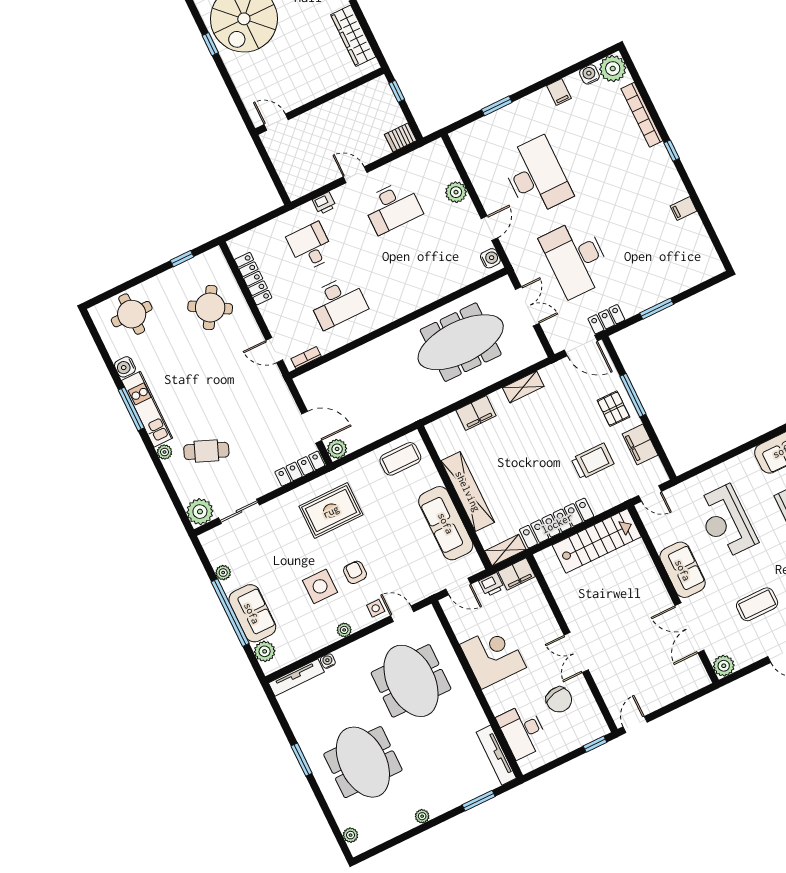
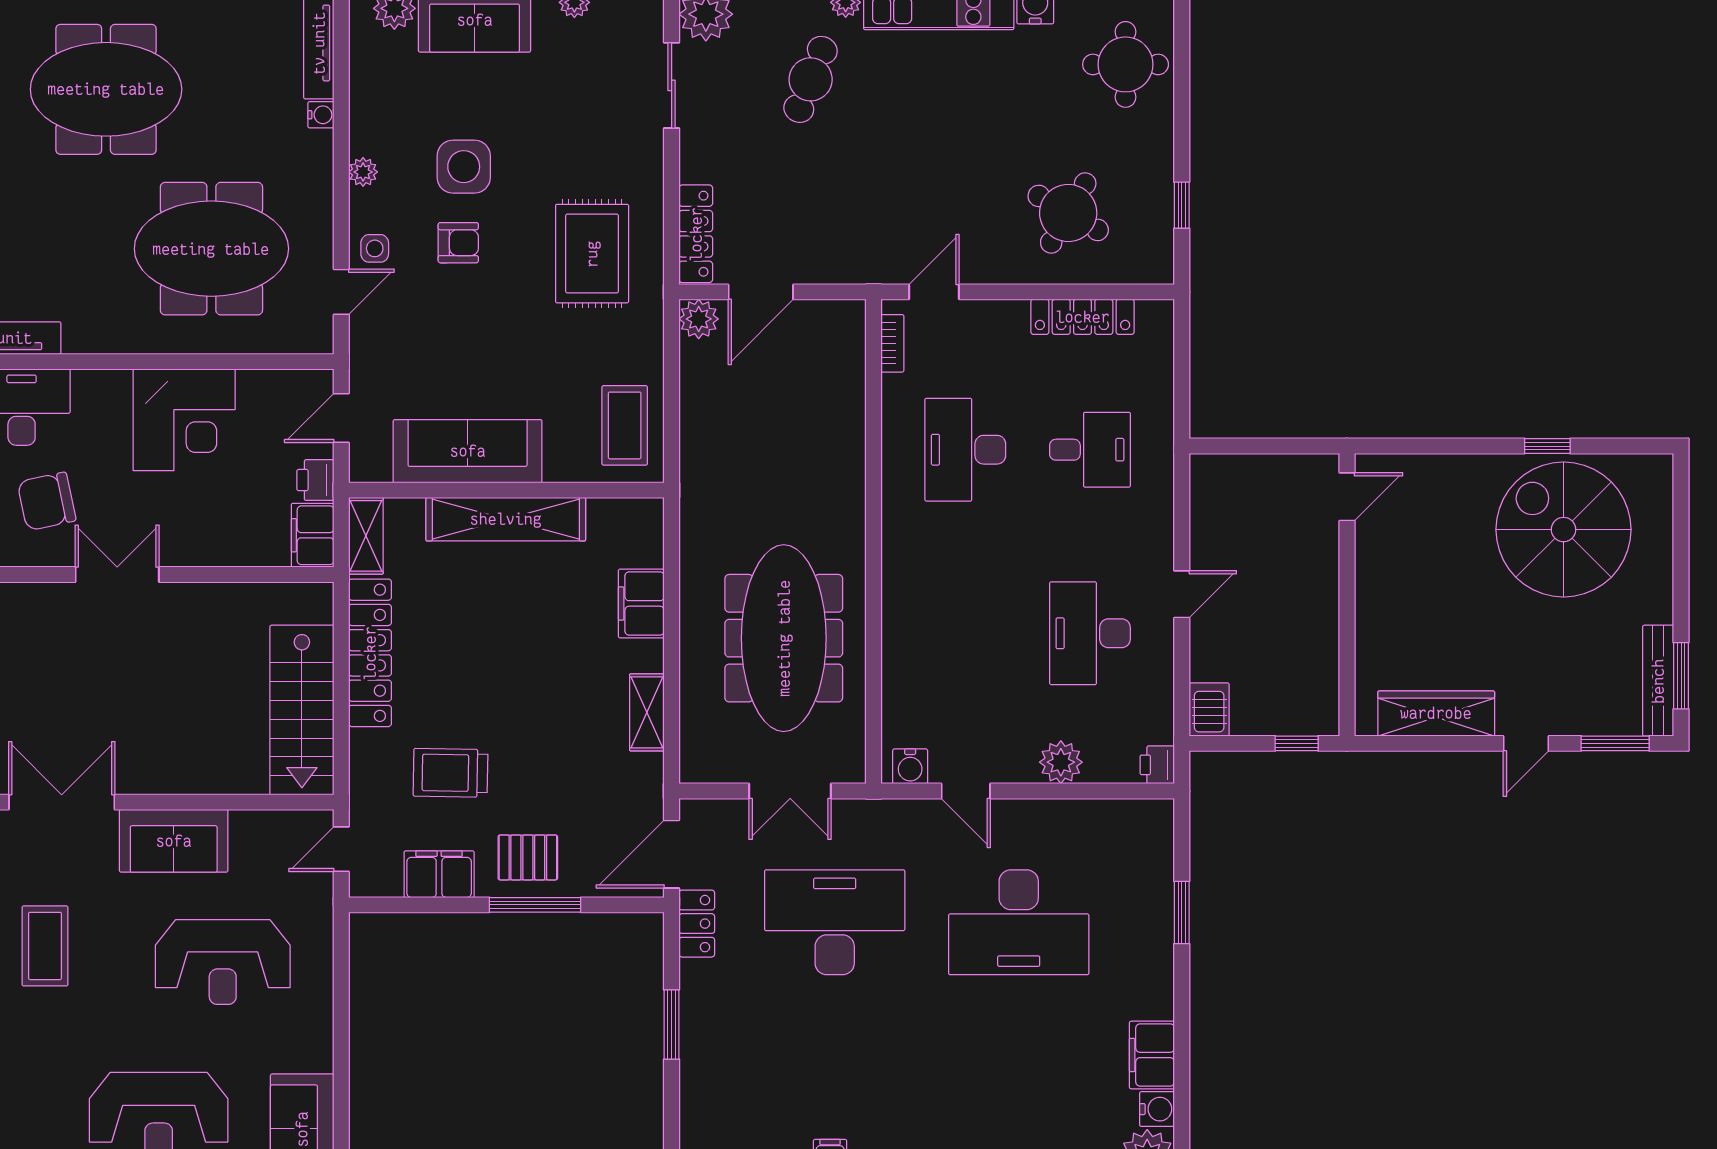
filing cabinet: (559, 92) -> (1152, 1055), width x2.00
printer: (324, 203) -> (1157, 765), moved
trolley: (592, 461) -> (451, 773), turned 91
reception desk: (726, 522) -> (223, 962), turned 180

